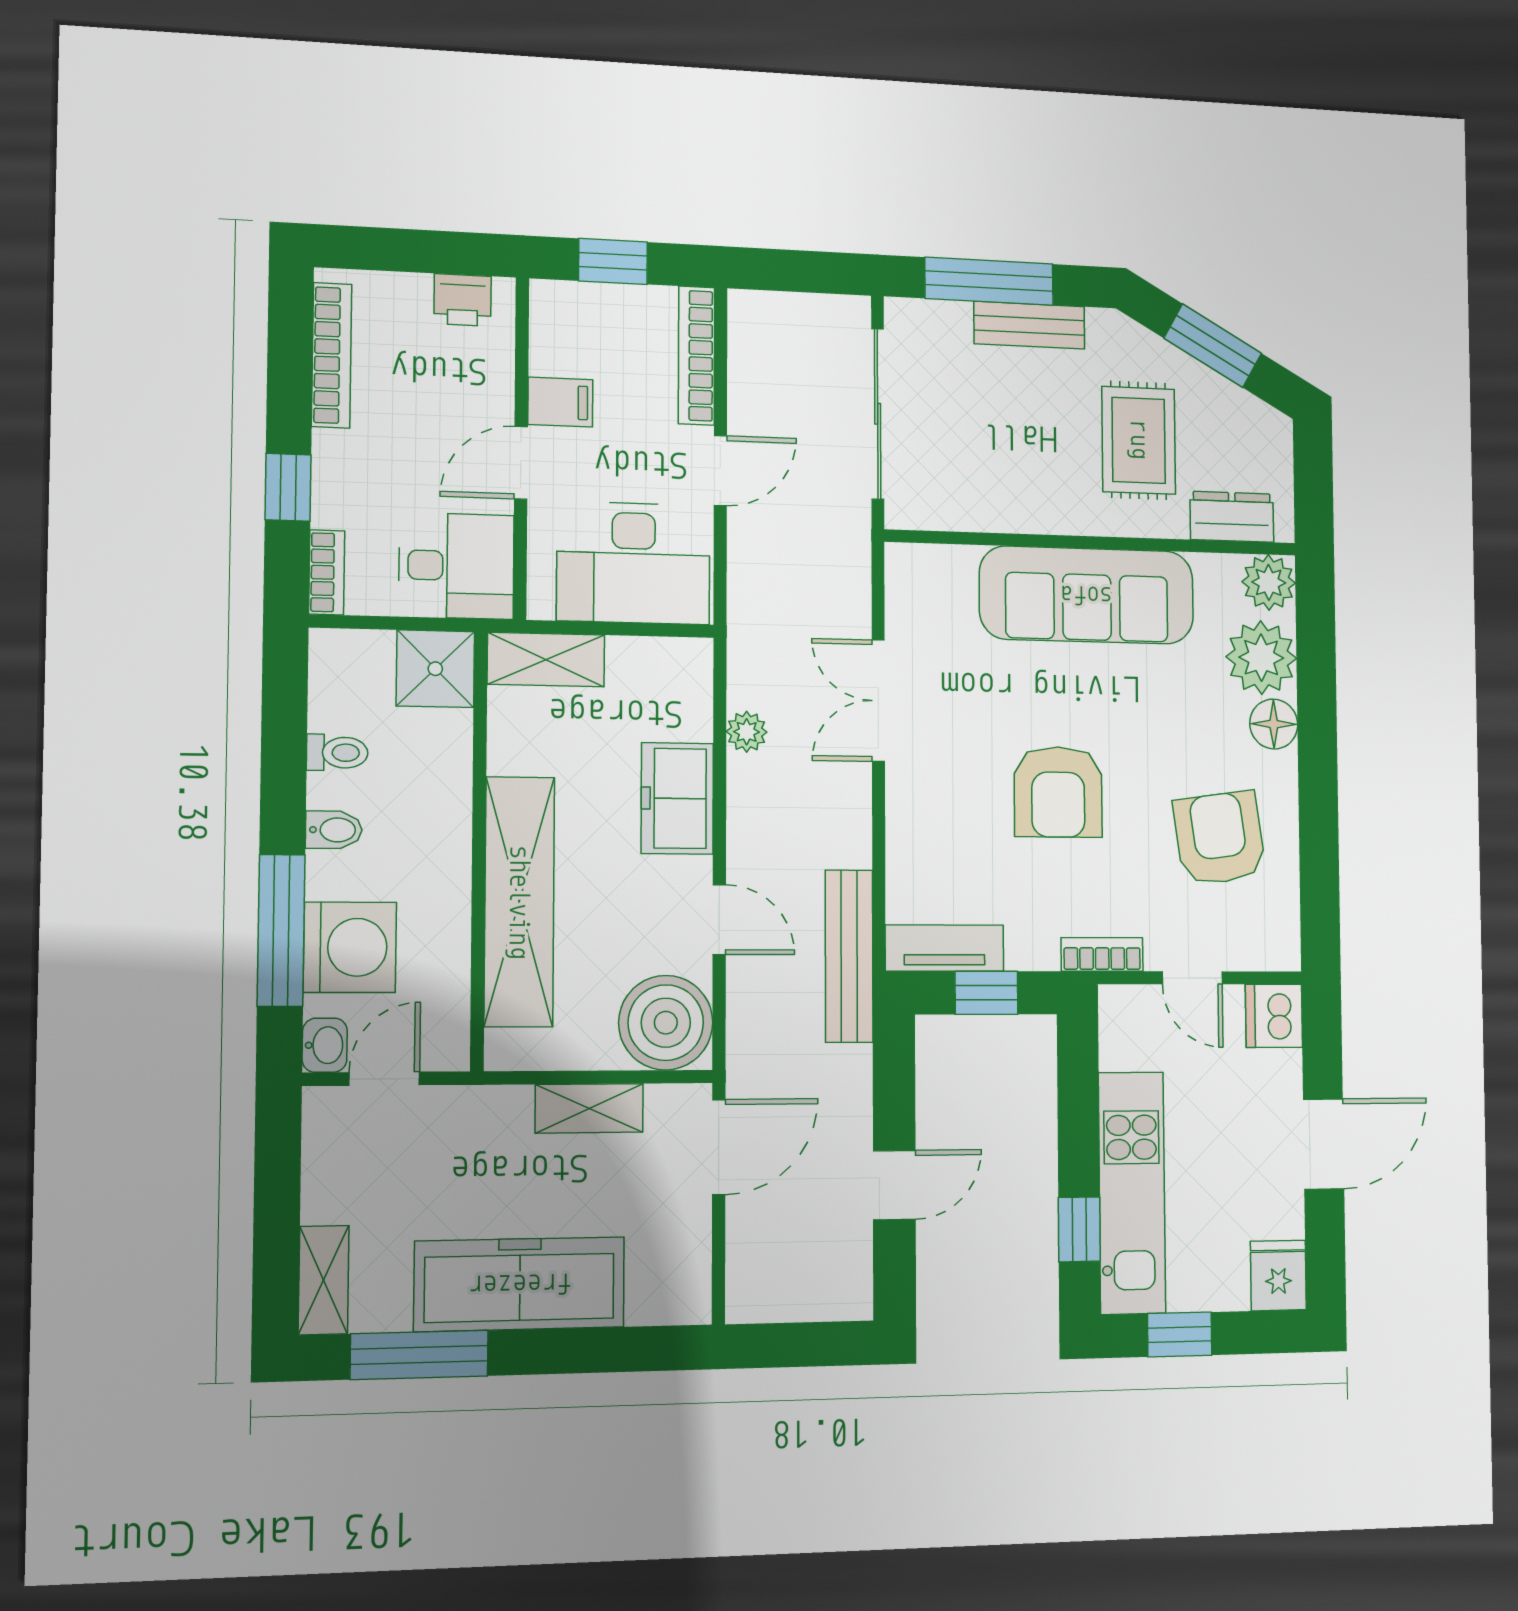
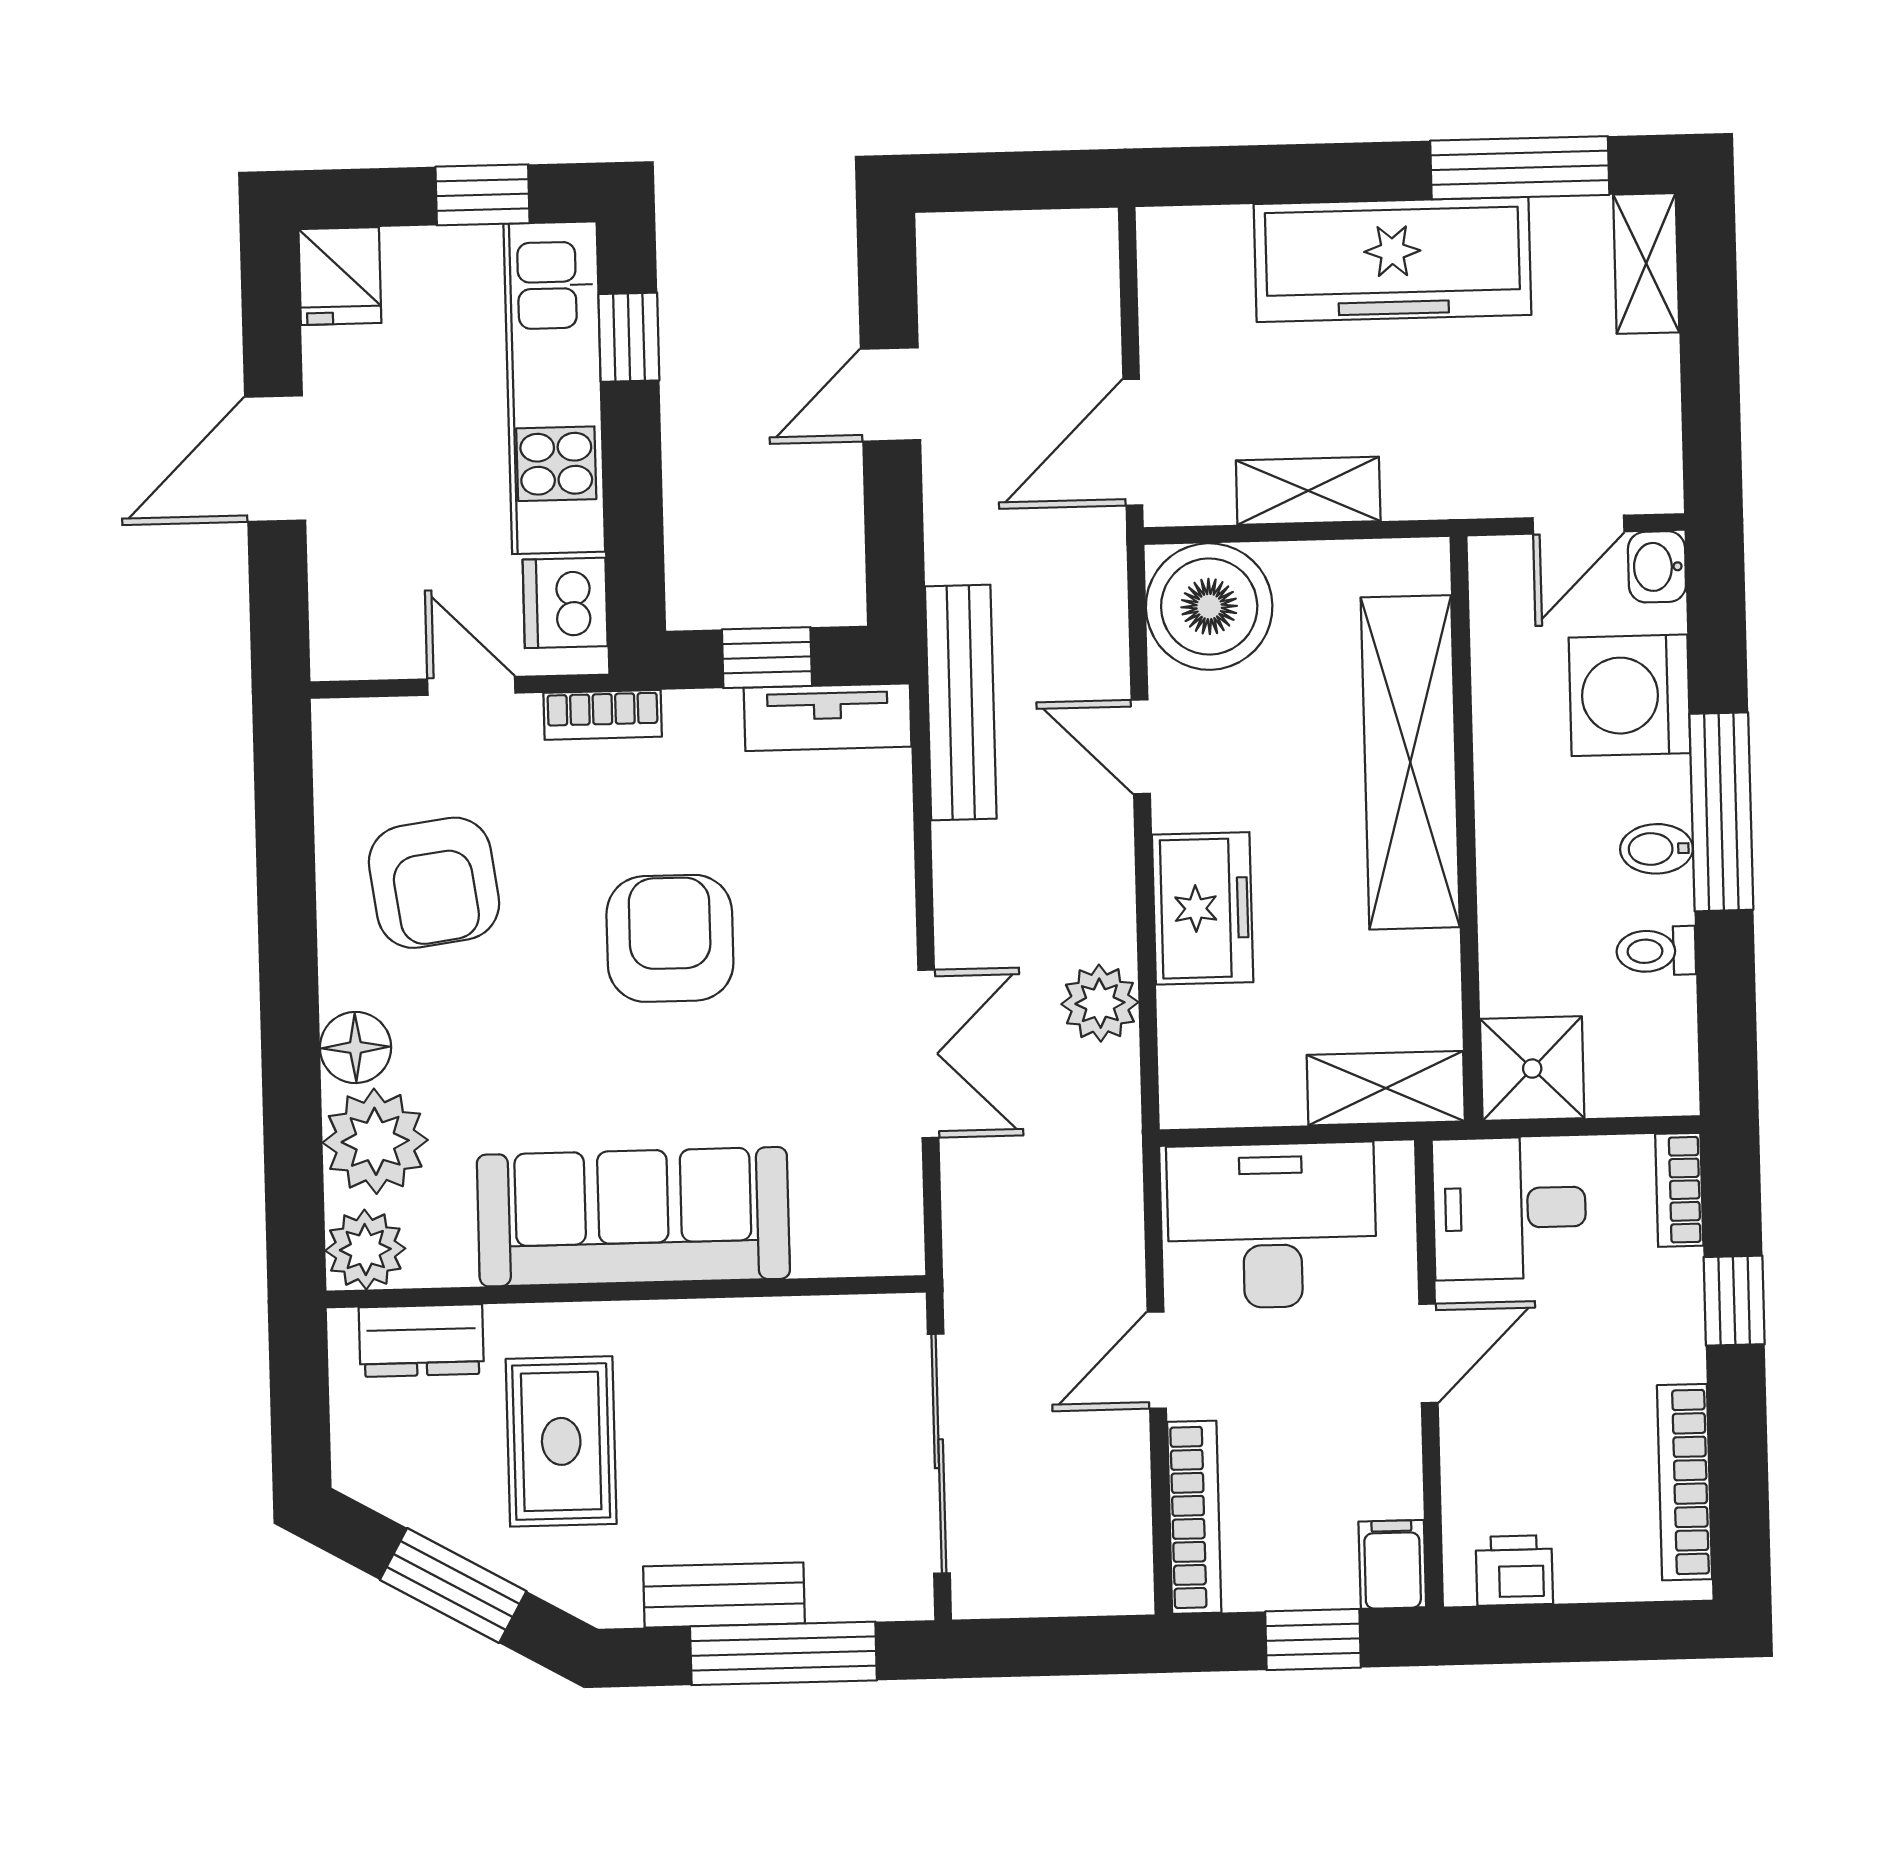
filing cabinet: (560, 402) -> (1392, 1564), moved, turned 90
plant: (747, 732) -> (1100, 1003), width x1.38, depth x1.38
window: (281, 930) -> (1721, 812), moved
dishwasher: (1274, 1016) -> (565, 603), moved, turned 180

